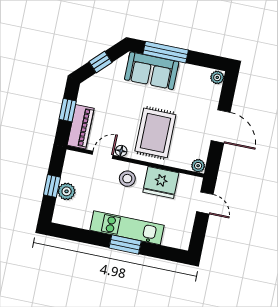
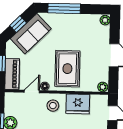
sofa: (152, 71) -> (31, 34), moved, turned -45

